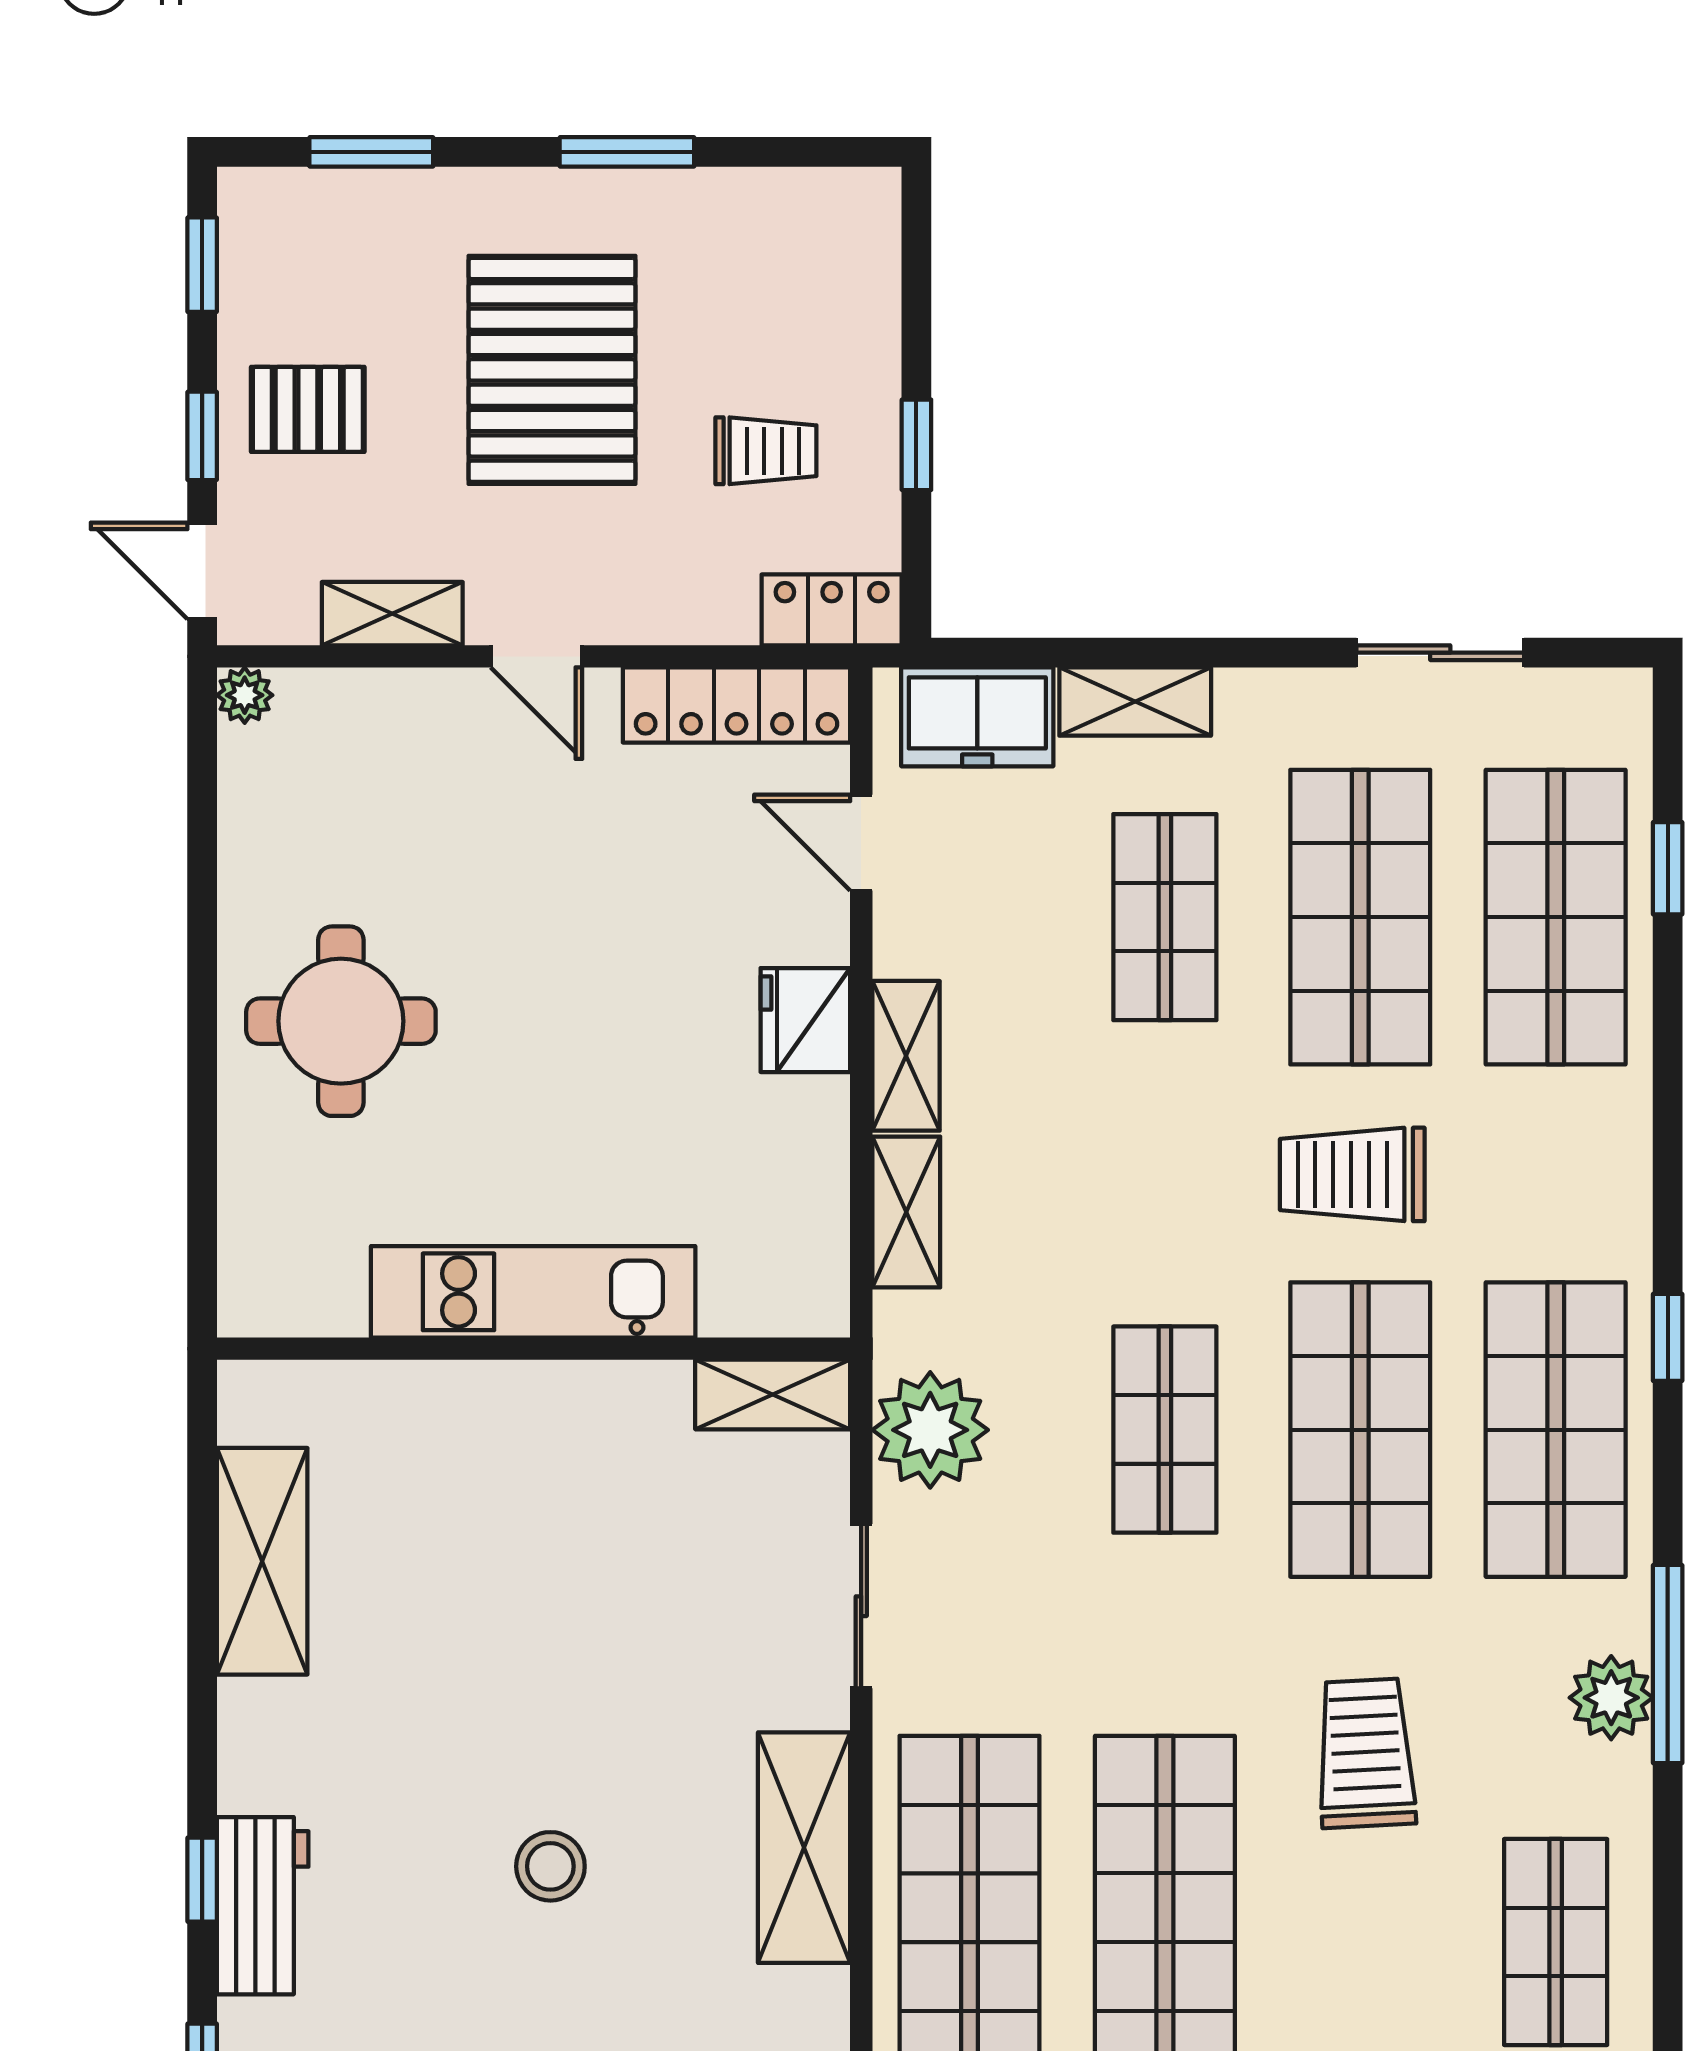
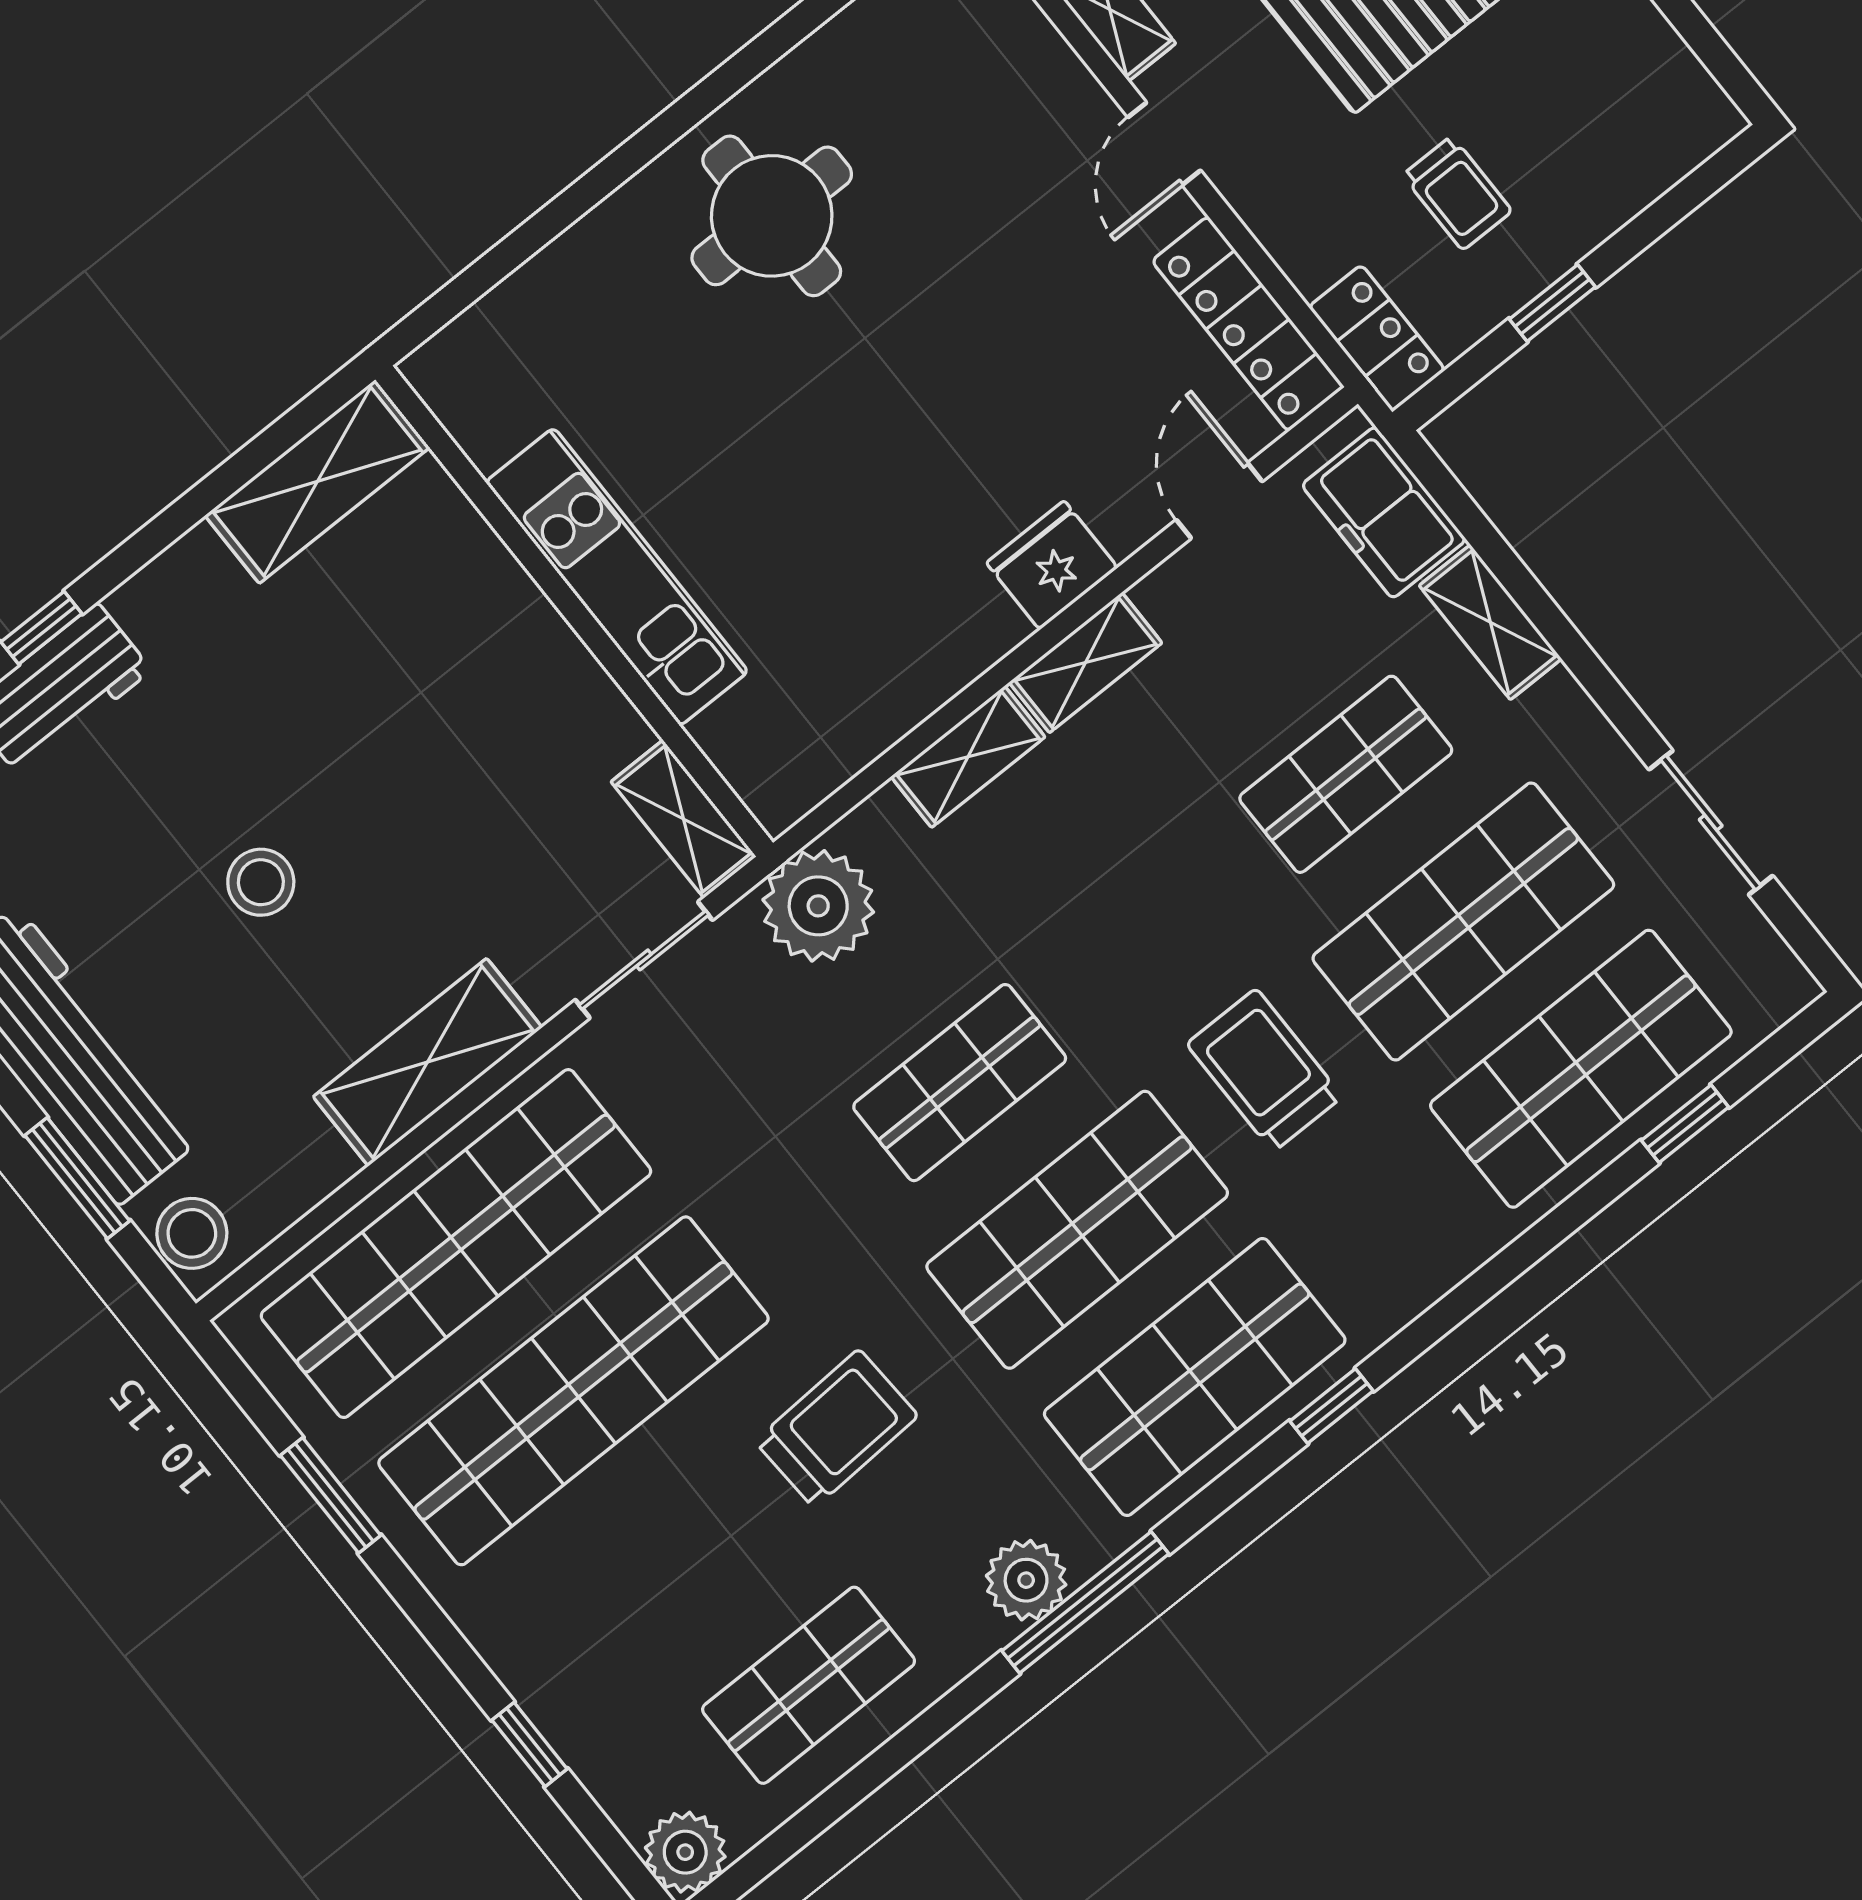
kitchen unit: (533, 1292) -> (617, 577), moved
wall: (534, 1349) -> (574, 611), moved
shelving: (773, 1394) -> (684, 819), moved

